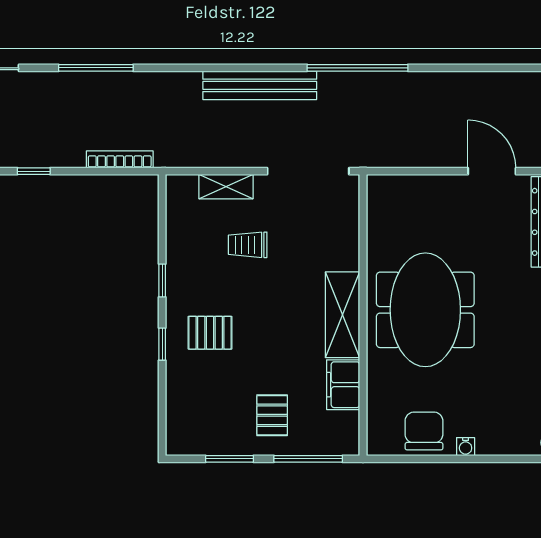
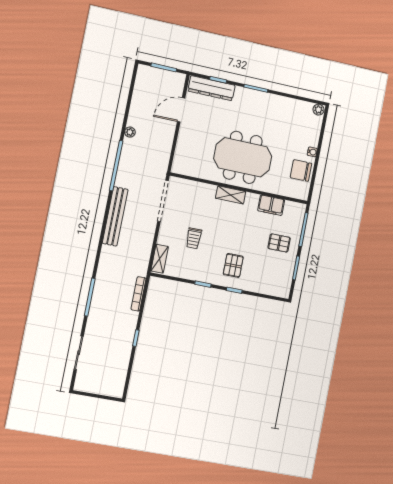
plant: (428, 81) -> (130, 132), added
shelving: (226, 187) -> (160, 259), moved
shelving: (343, 315) -> (231, 195), width x0.67, depth x0.75

